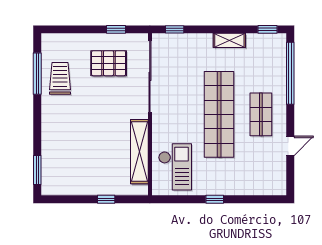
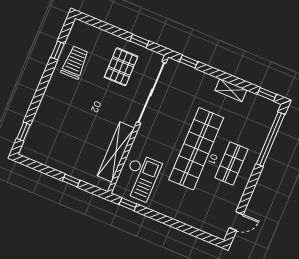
pallet: (109, 63) -> (121, 67), turned 90
window: (37, 74) -> (57, 50), width x0.46
door: (290, 146) -> (236, 221), moved
window: (37, 170) -> (24, 132), width x0.67
window: (215, 199) -> (128, 204), moved

